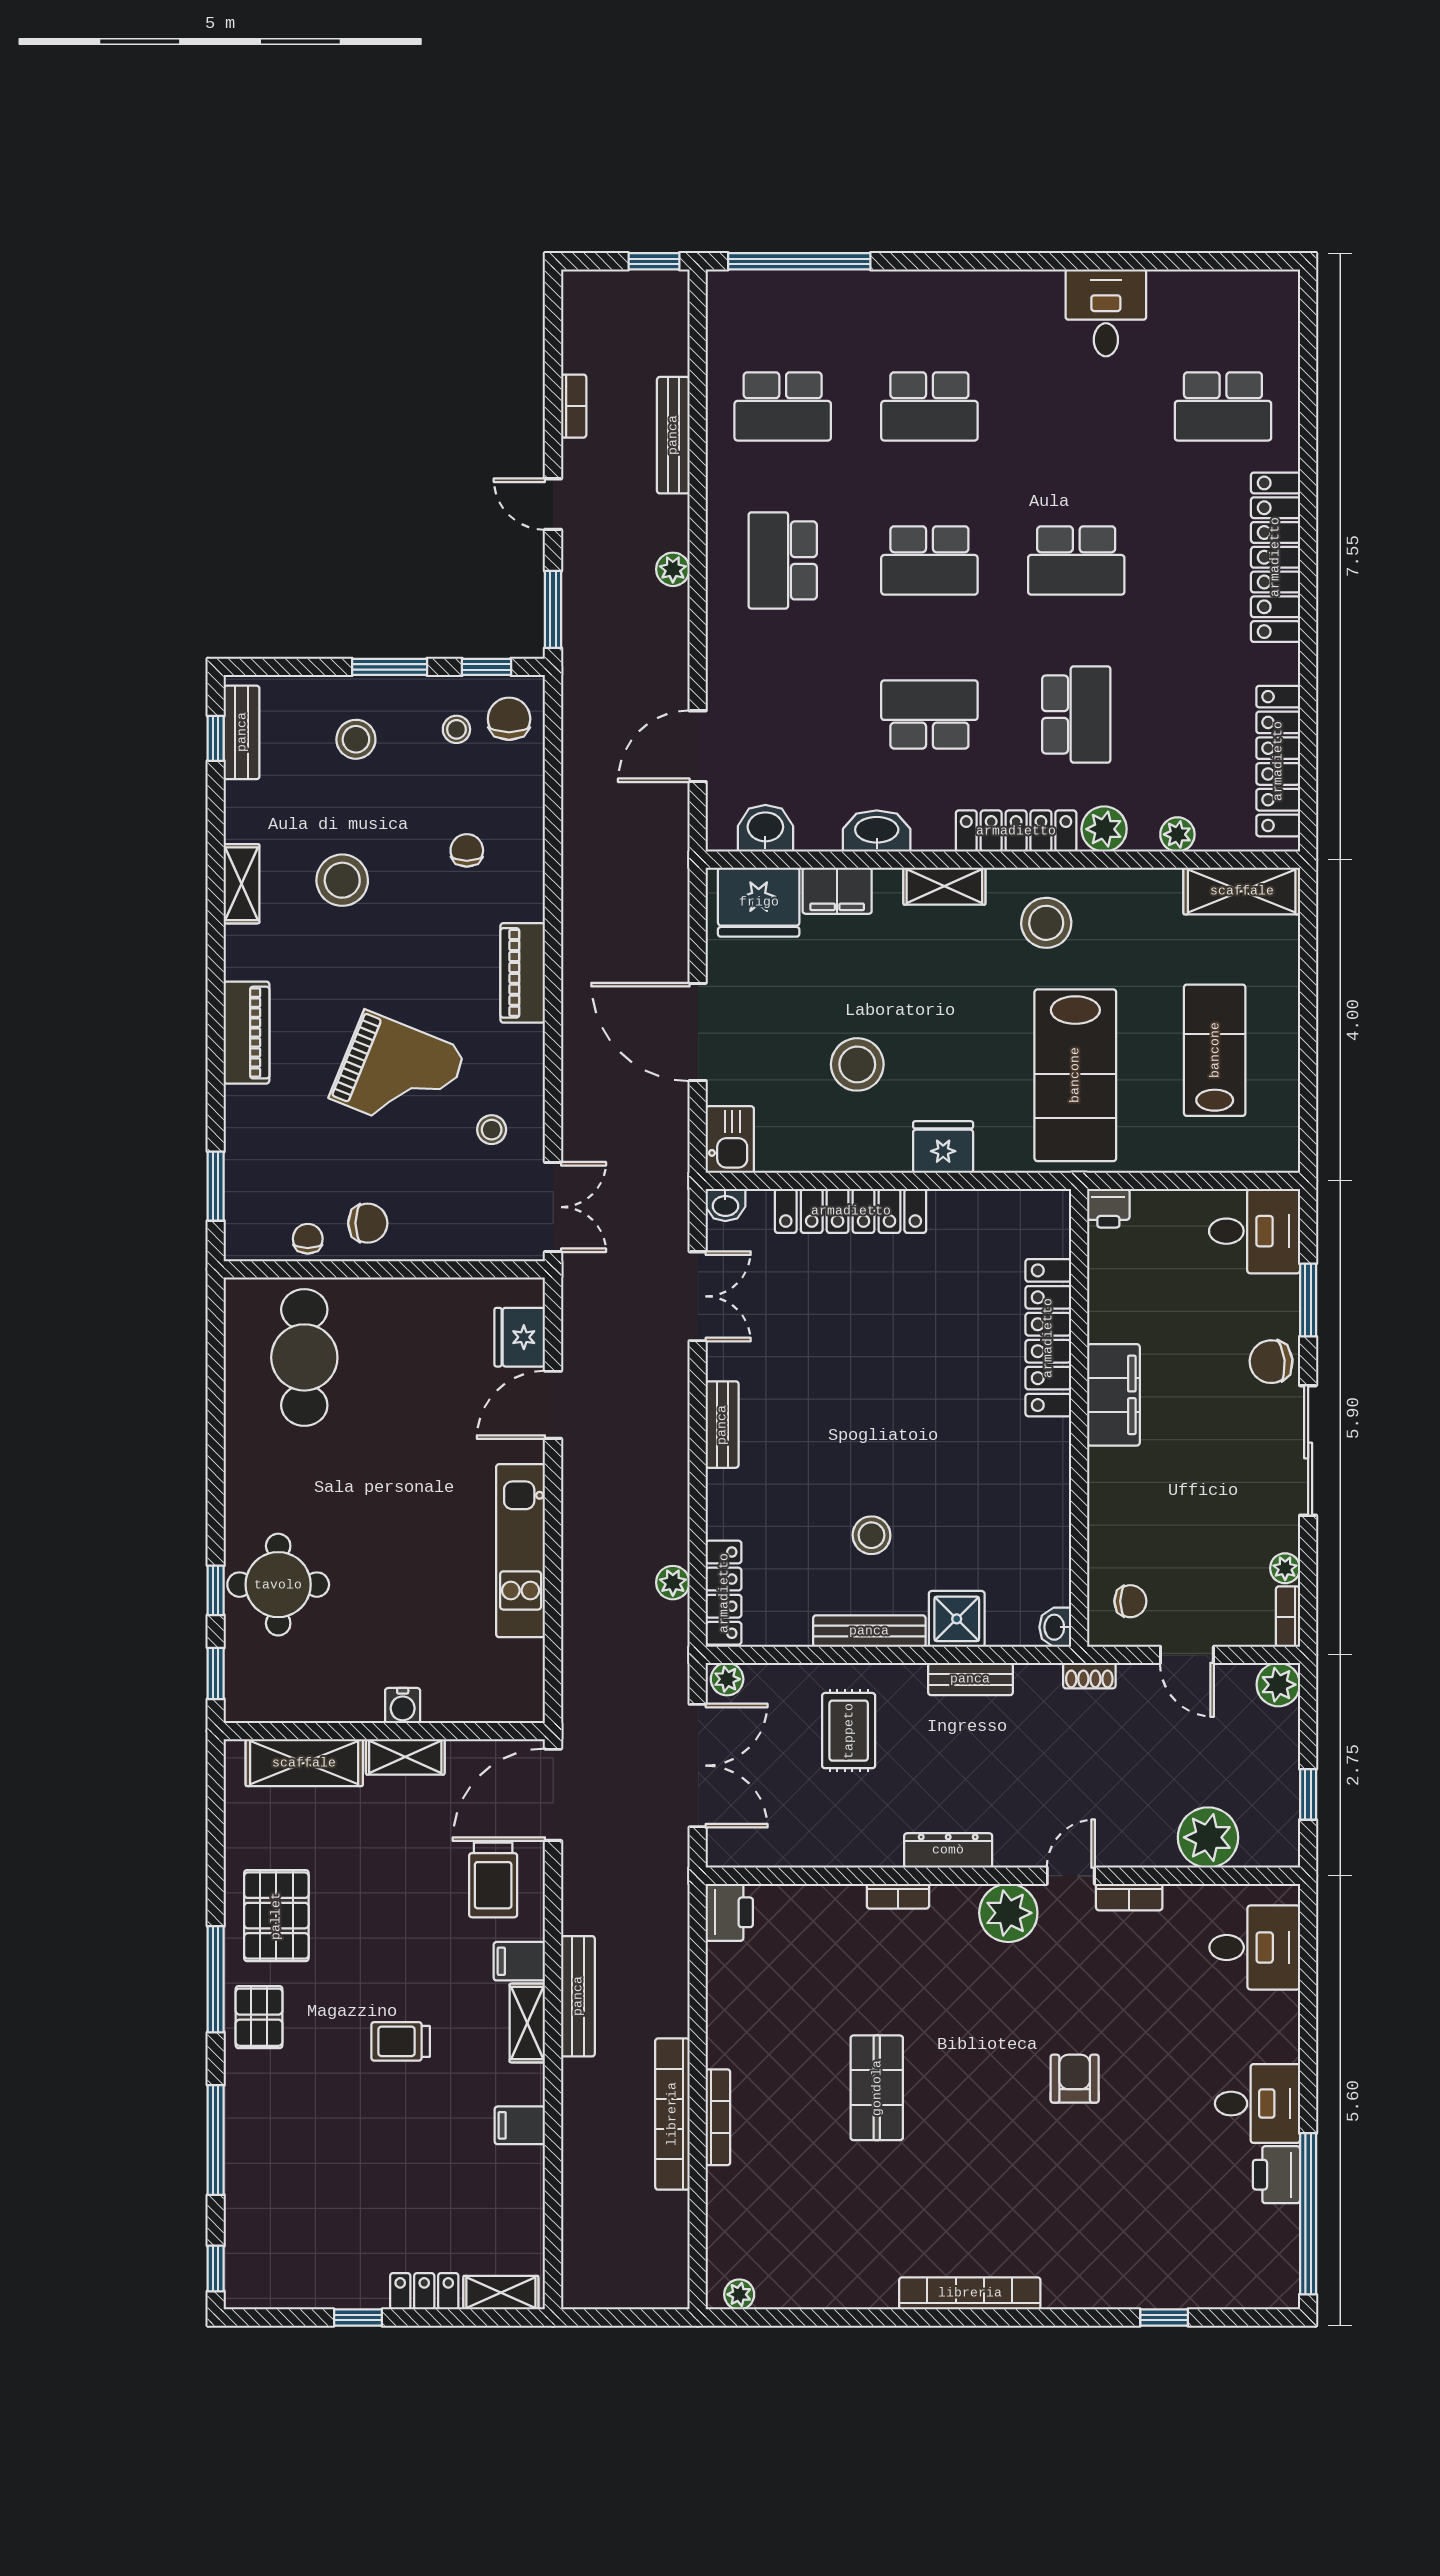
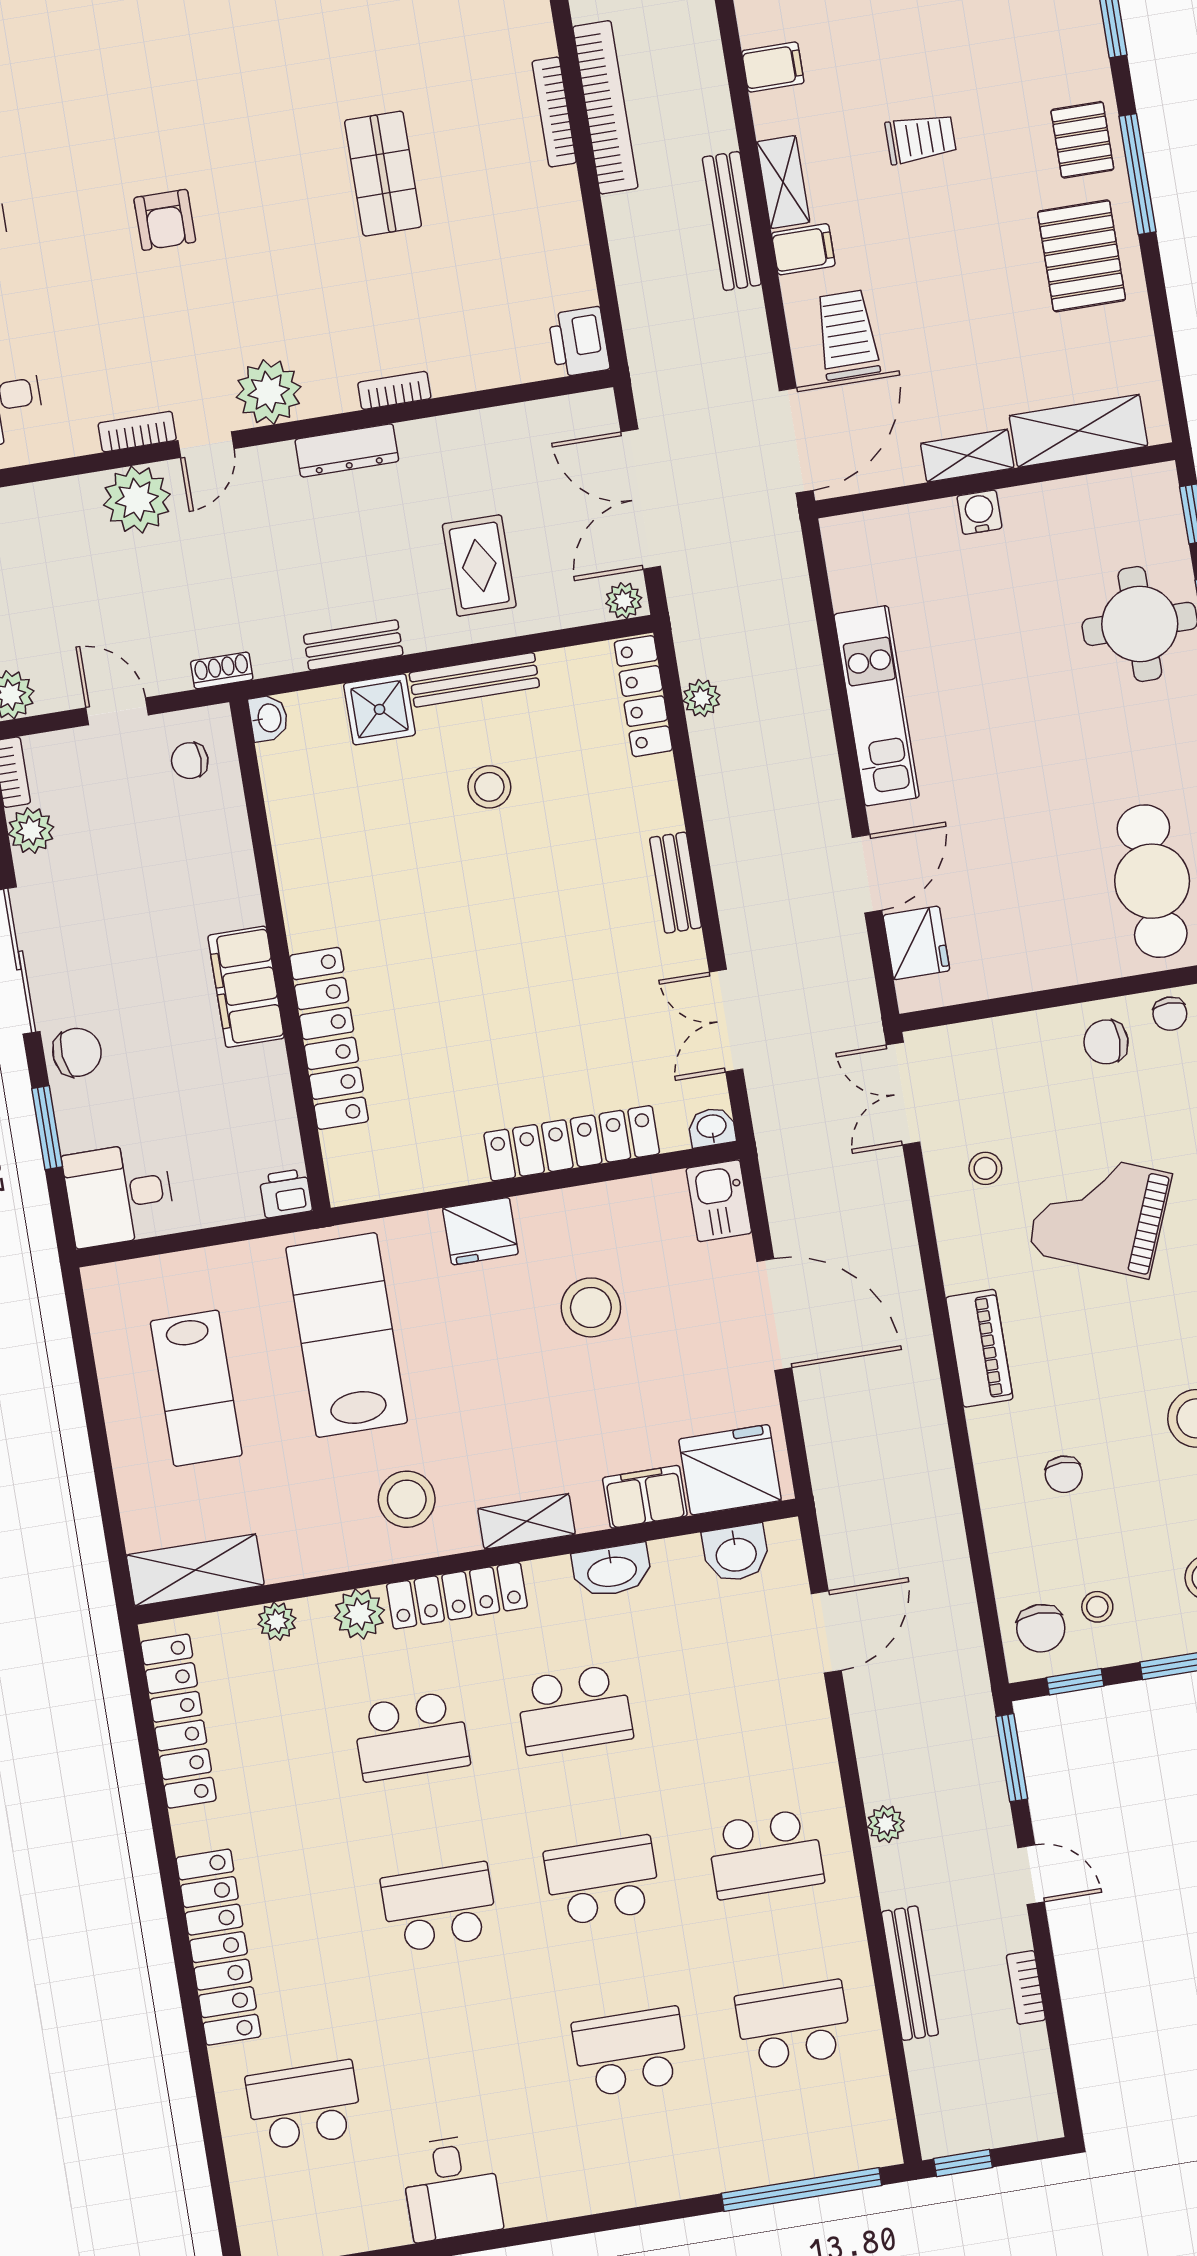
school desk: (783, 560) -> (766, 1854), turned 90
school desk: (1076, 714) -> (411, 1736), turned -90
plant: (1285, 1568) -> (31, 831), width x1.38, depth x1.38
plant: (1208, 1837) -> (137, 500), moved

